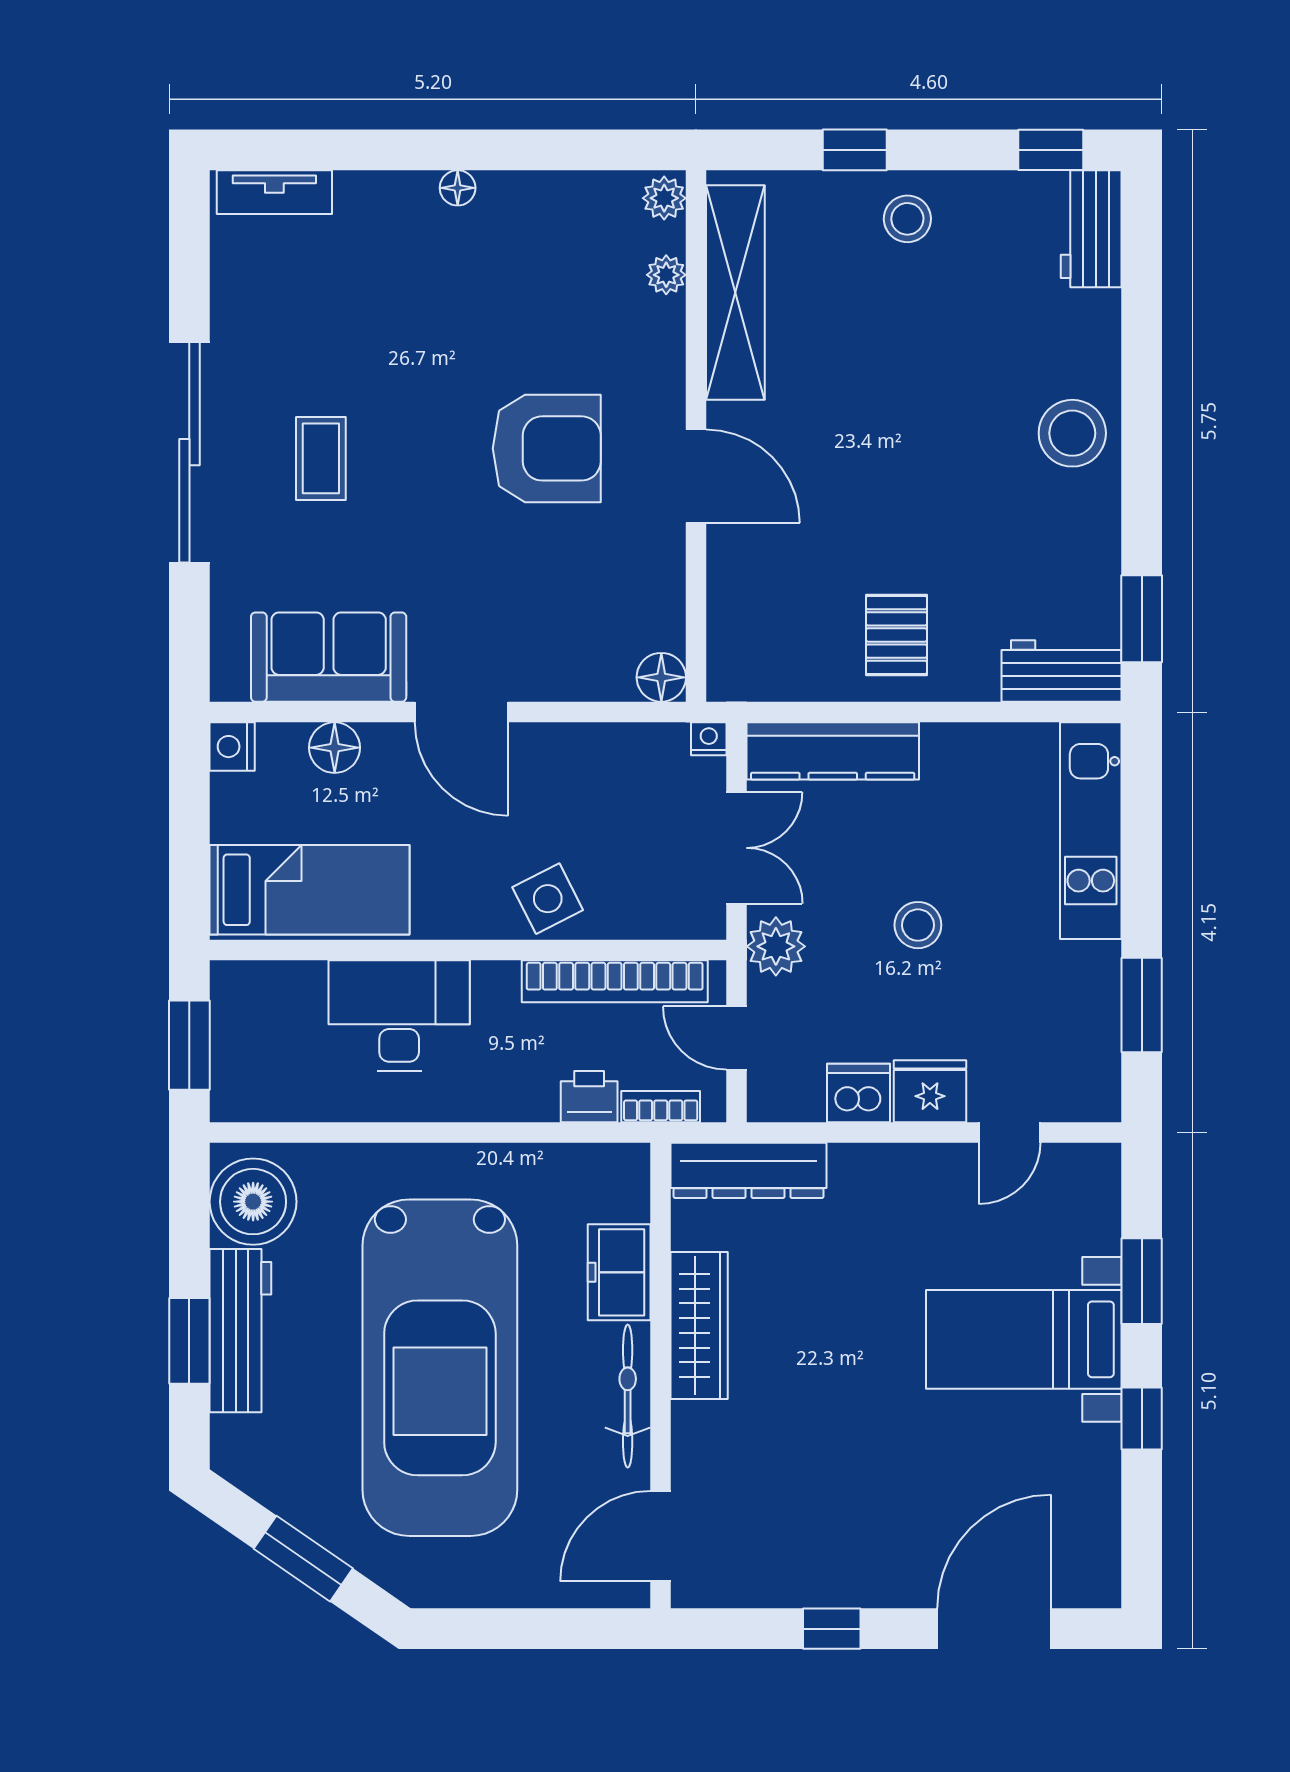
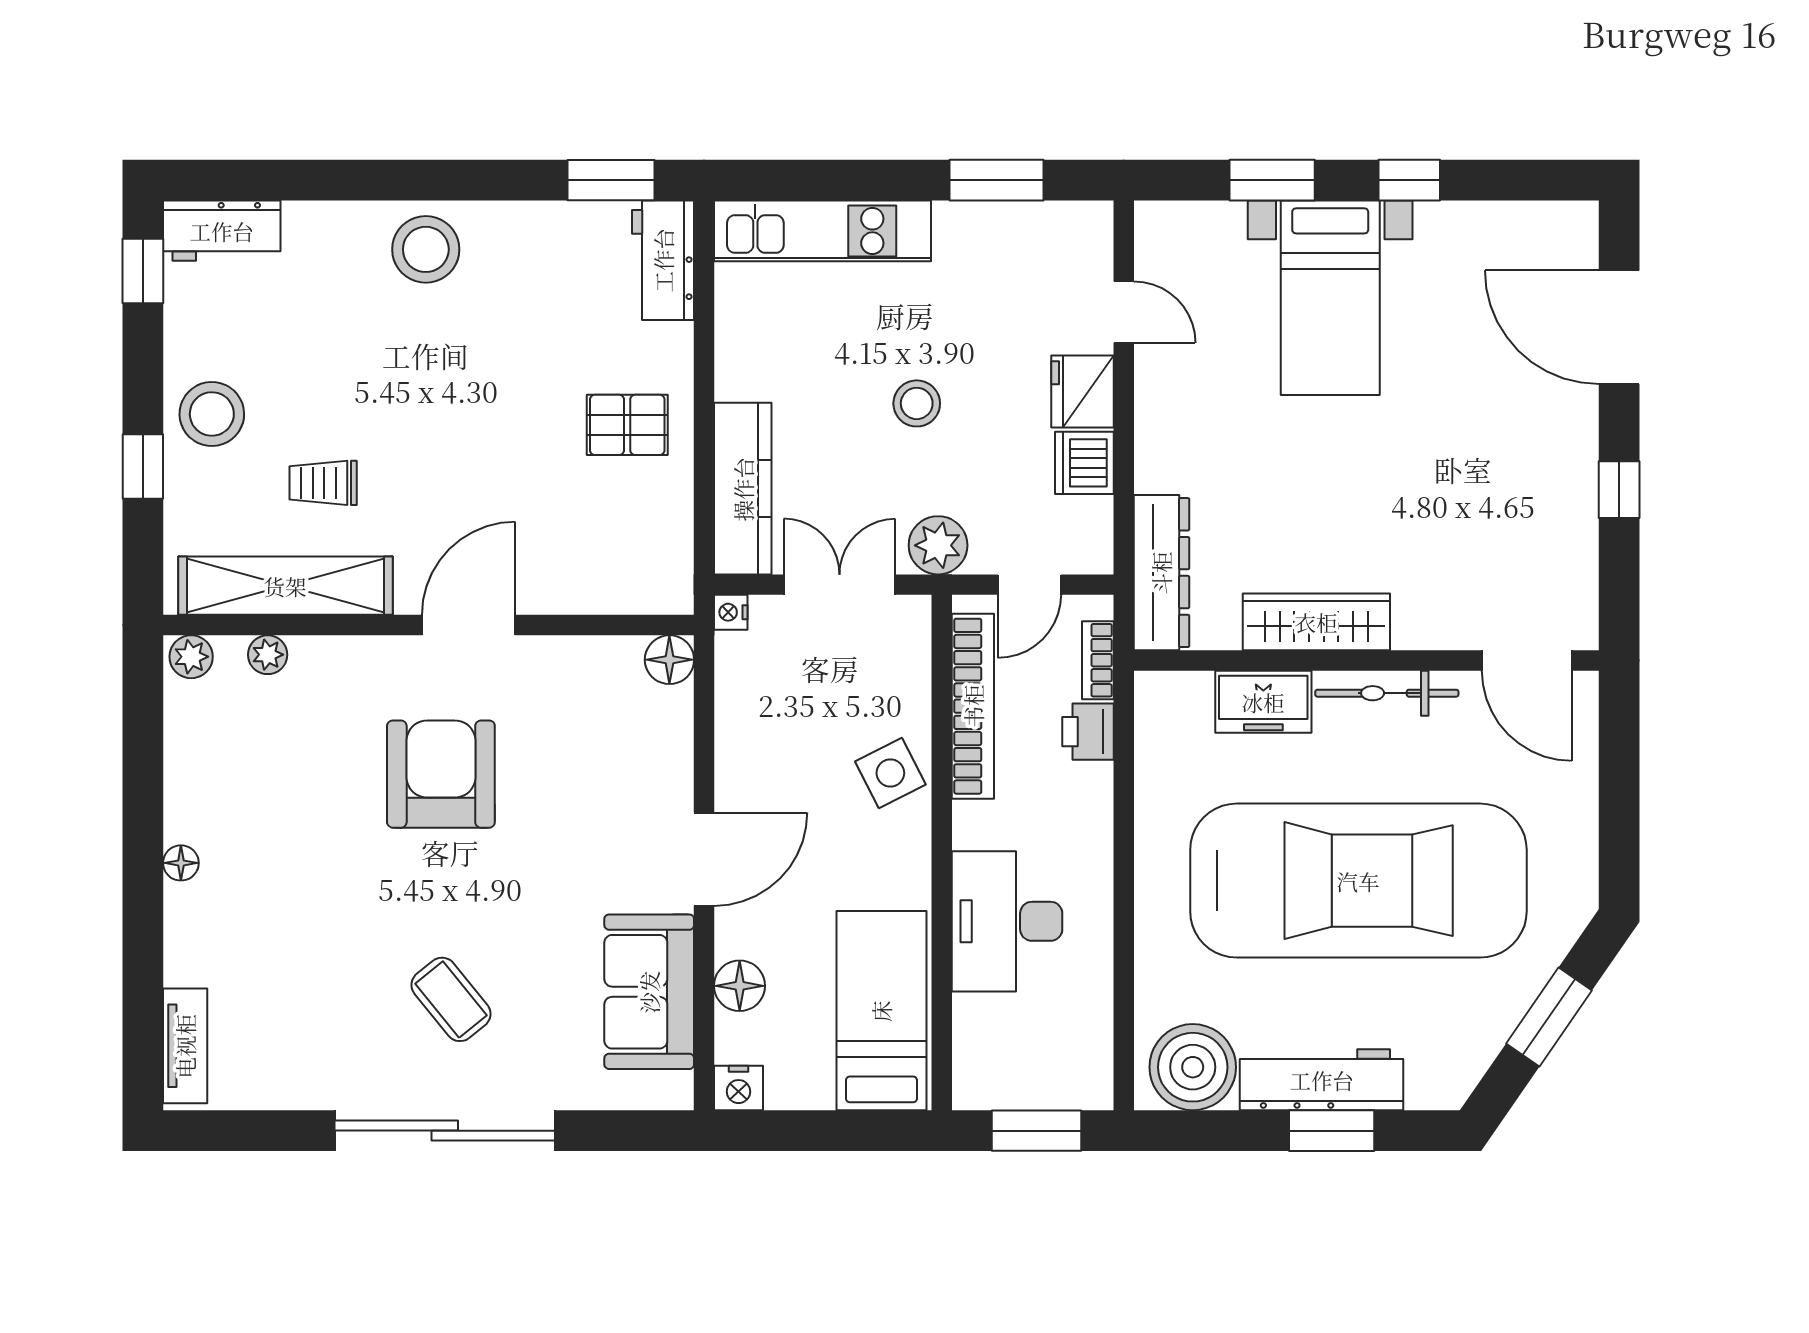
stool: (907, 219) -> (212, 414), width x1.38, depth x1.38
trolley: (838, 330) -> (323, 483), added
coffee table: (321, 458) -> (451, 999), turned 51

